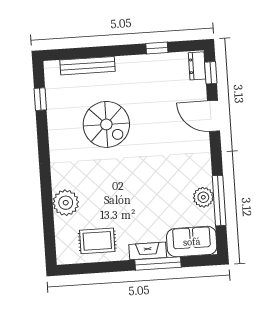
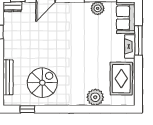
spiral stairs: (106, 124) -> (42, 83), moved
rug: (97, 241) -> (121, 79), width x1.36, depth x1.43

